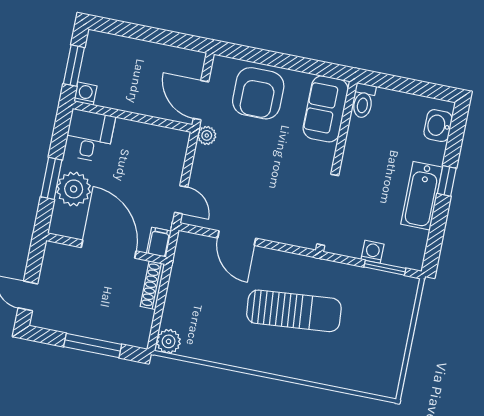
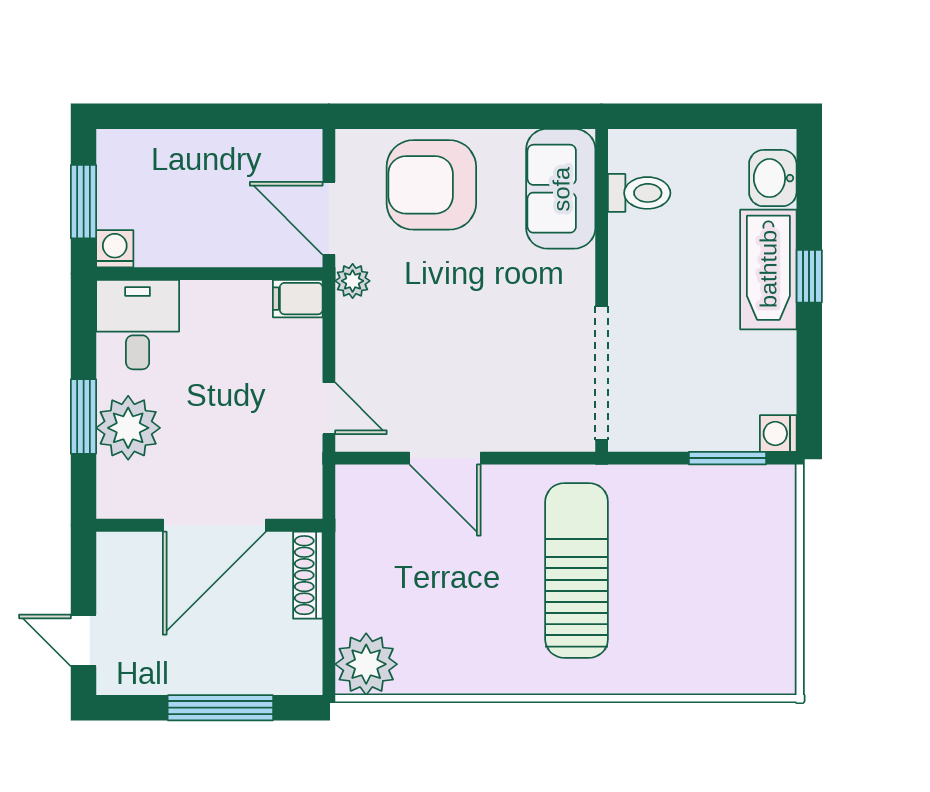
armchair: (258, 93) -> (431, 185), turned 90
toilet: (363, 101) -> (639, 193), moved, turned -90
bathtub: (422, 196) -> (768, 269), moved
filing cabinet: (159, 242) -> (298, 299), moved, turned -90
door: (109, 249) -> (214, 525), swing flipped
washing machine: (373, 252) -> (778, 434), moved, turned -90
sun lounger: (294, 311) -> (577, 570), turned -85
plant: (169, 341) -> (366, 664), width x1.36, depth x1.36

